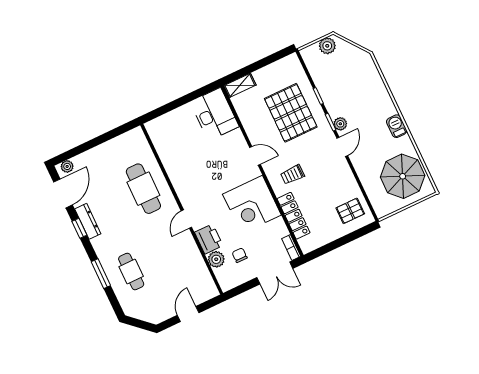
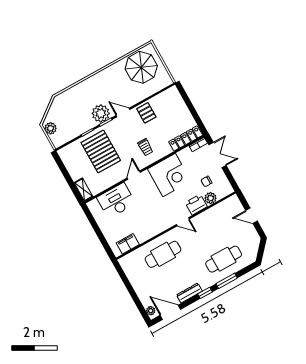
pallet: (291, 113) -> (101, 151), turned 90
desk: (215, 114) -> (116, 201), moved
plant: (340, 124) -> (101, 113), width x1.88, depth x1.88
barbecue: (397, 126) -> (105, 74), removed
filing cabinet: (161, 141) -> (128, 244), added
pallet: (350, 211) -> (146, 113), moved
locker: (294, 216) -> (186, 138), moved
window: (79, 228) -> (205, 293), moved
cafe table: (131, 272) -> (224, 259), width x1.37, depth x1.35

